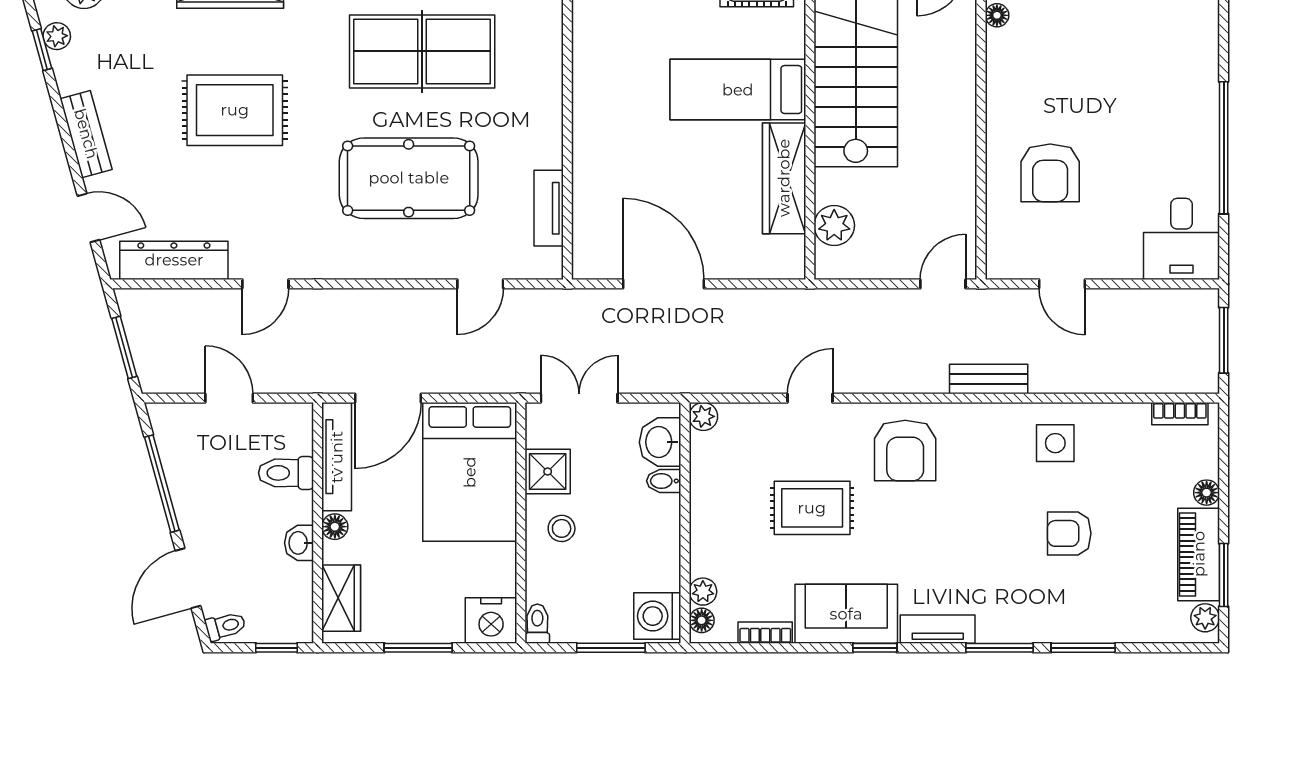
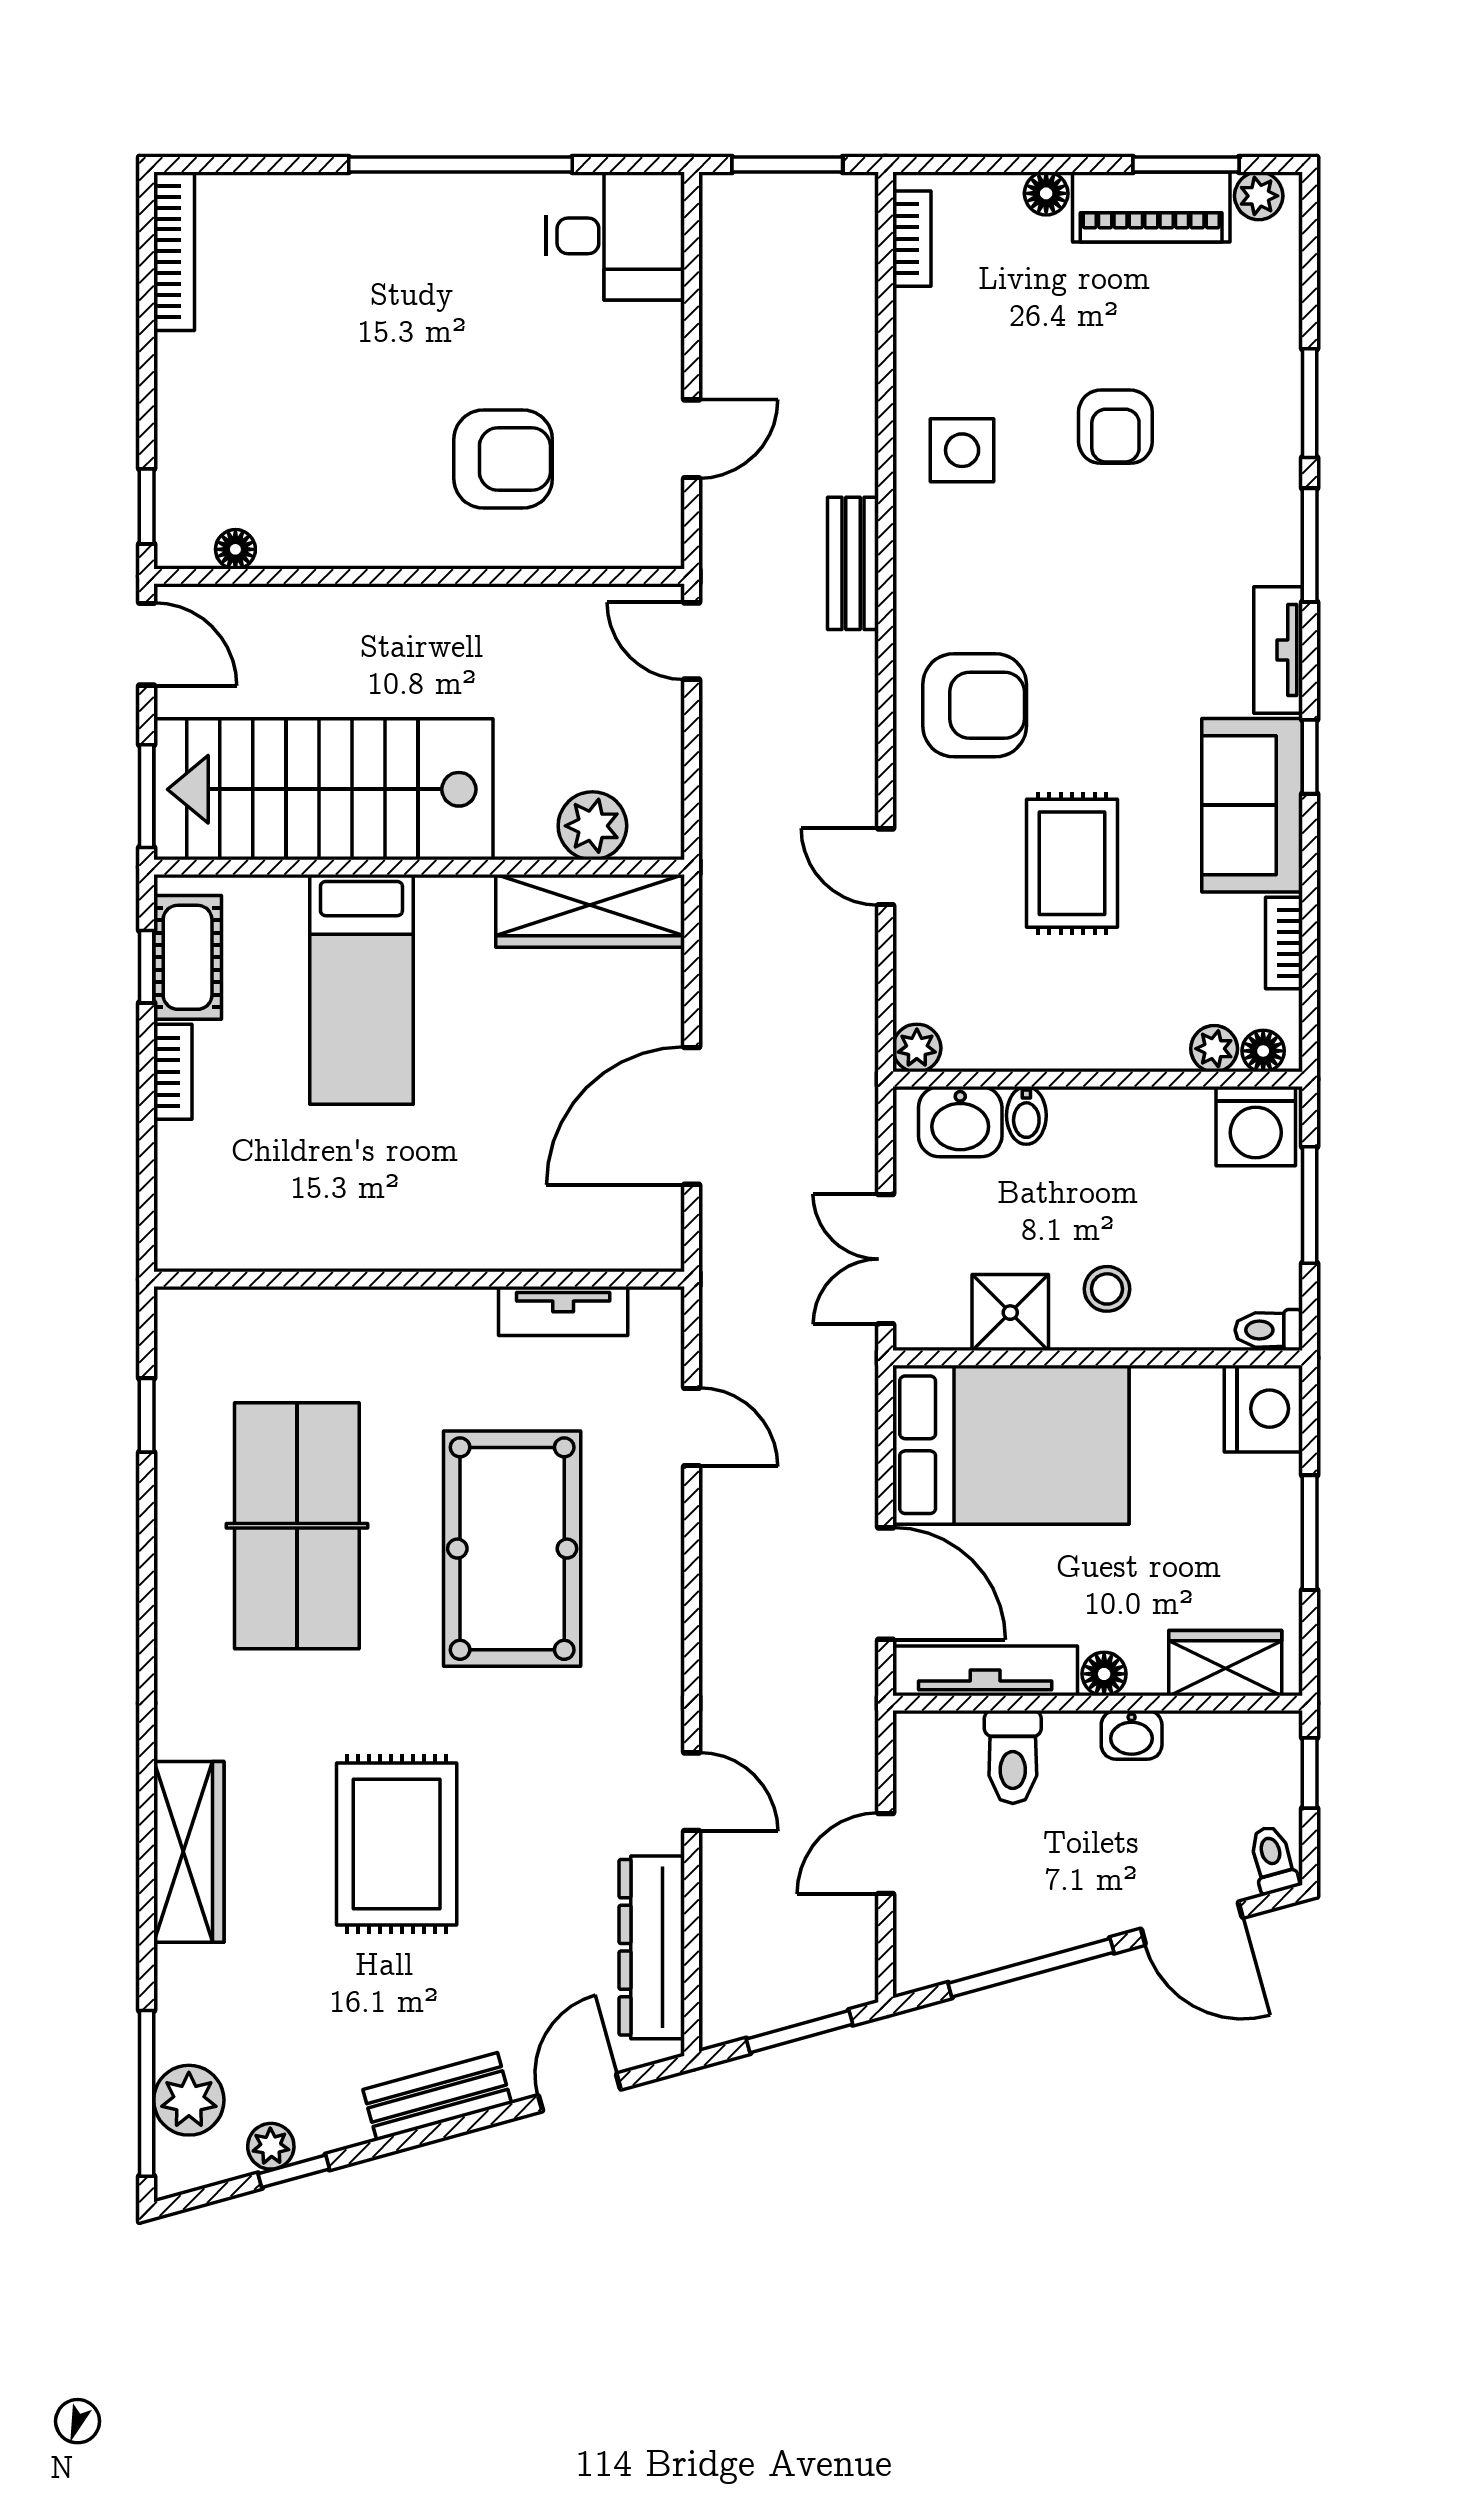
wardrobe: (784, 178) -> (590, 911), moved

